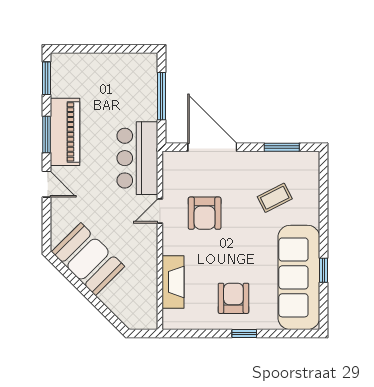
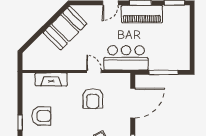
armchair: (205, 213) -> (93, 98), turned -90

